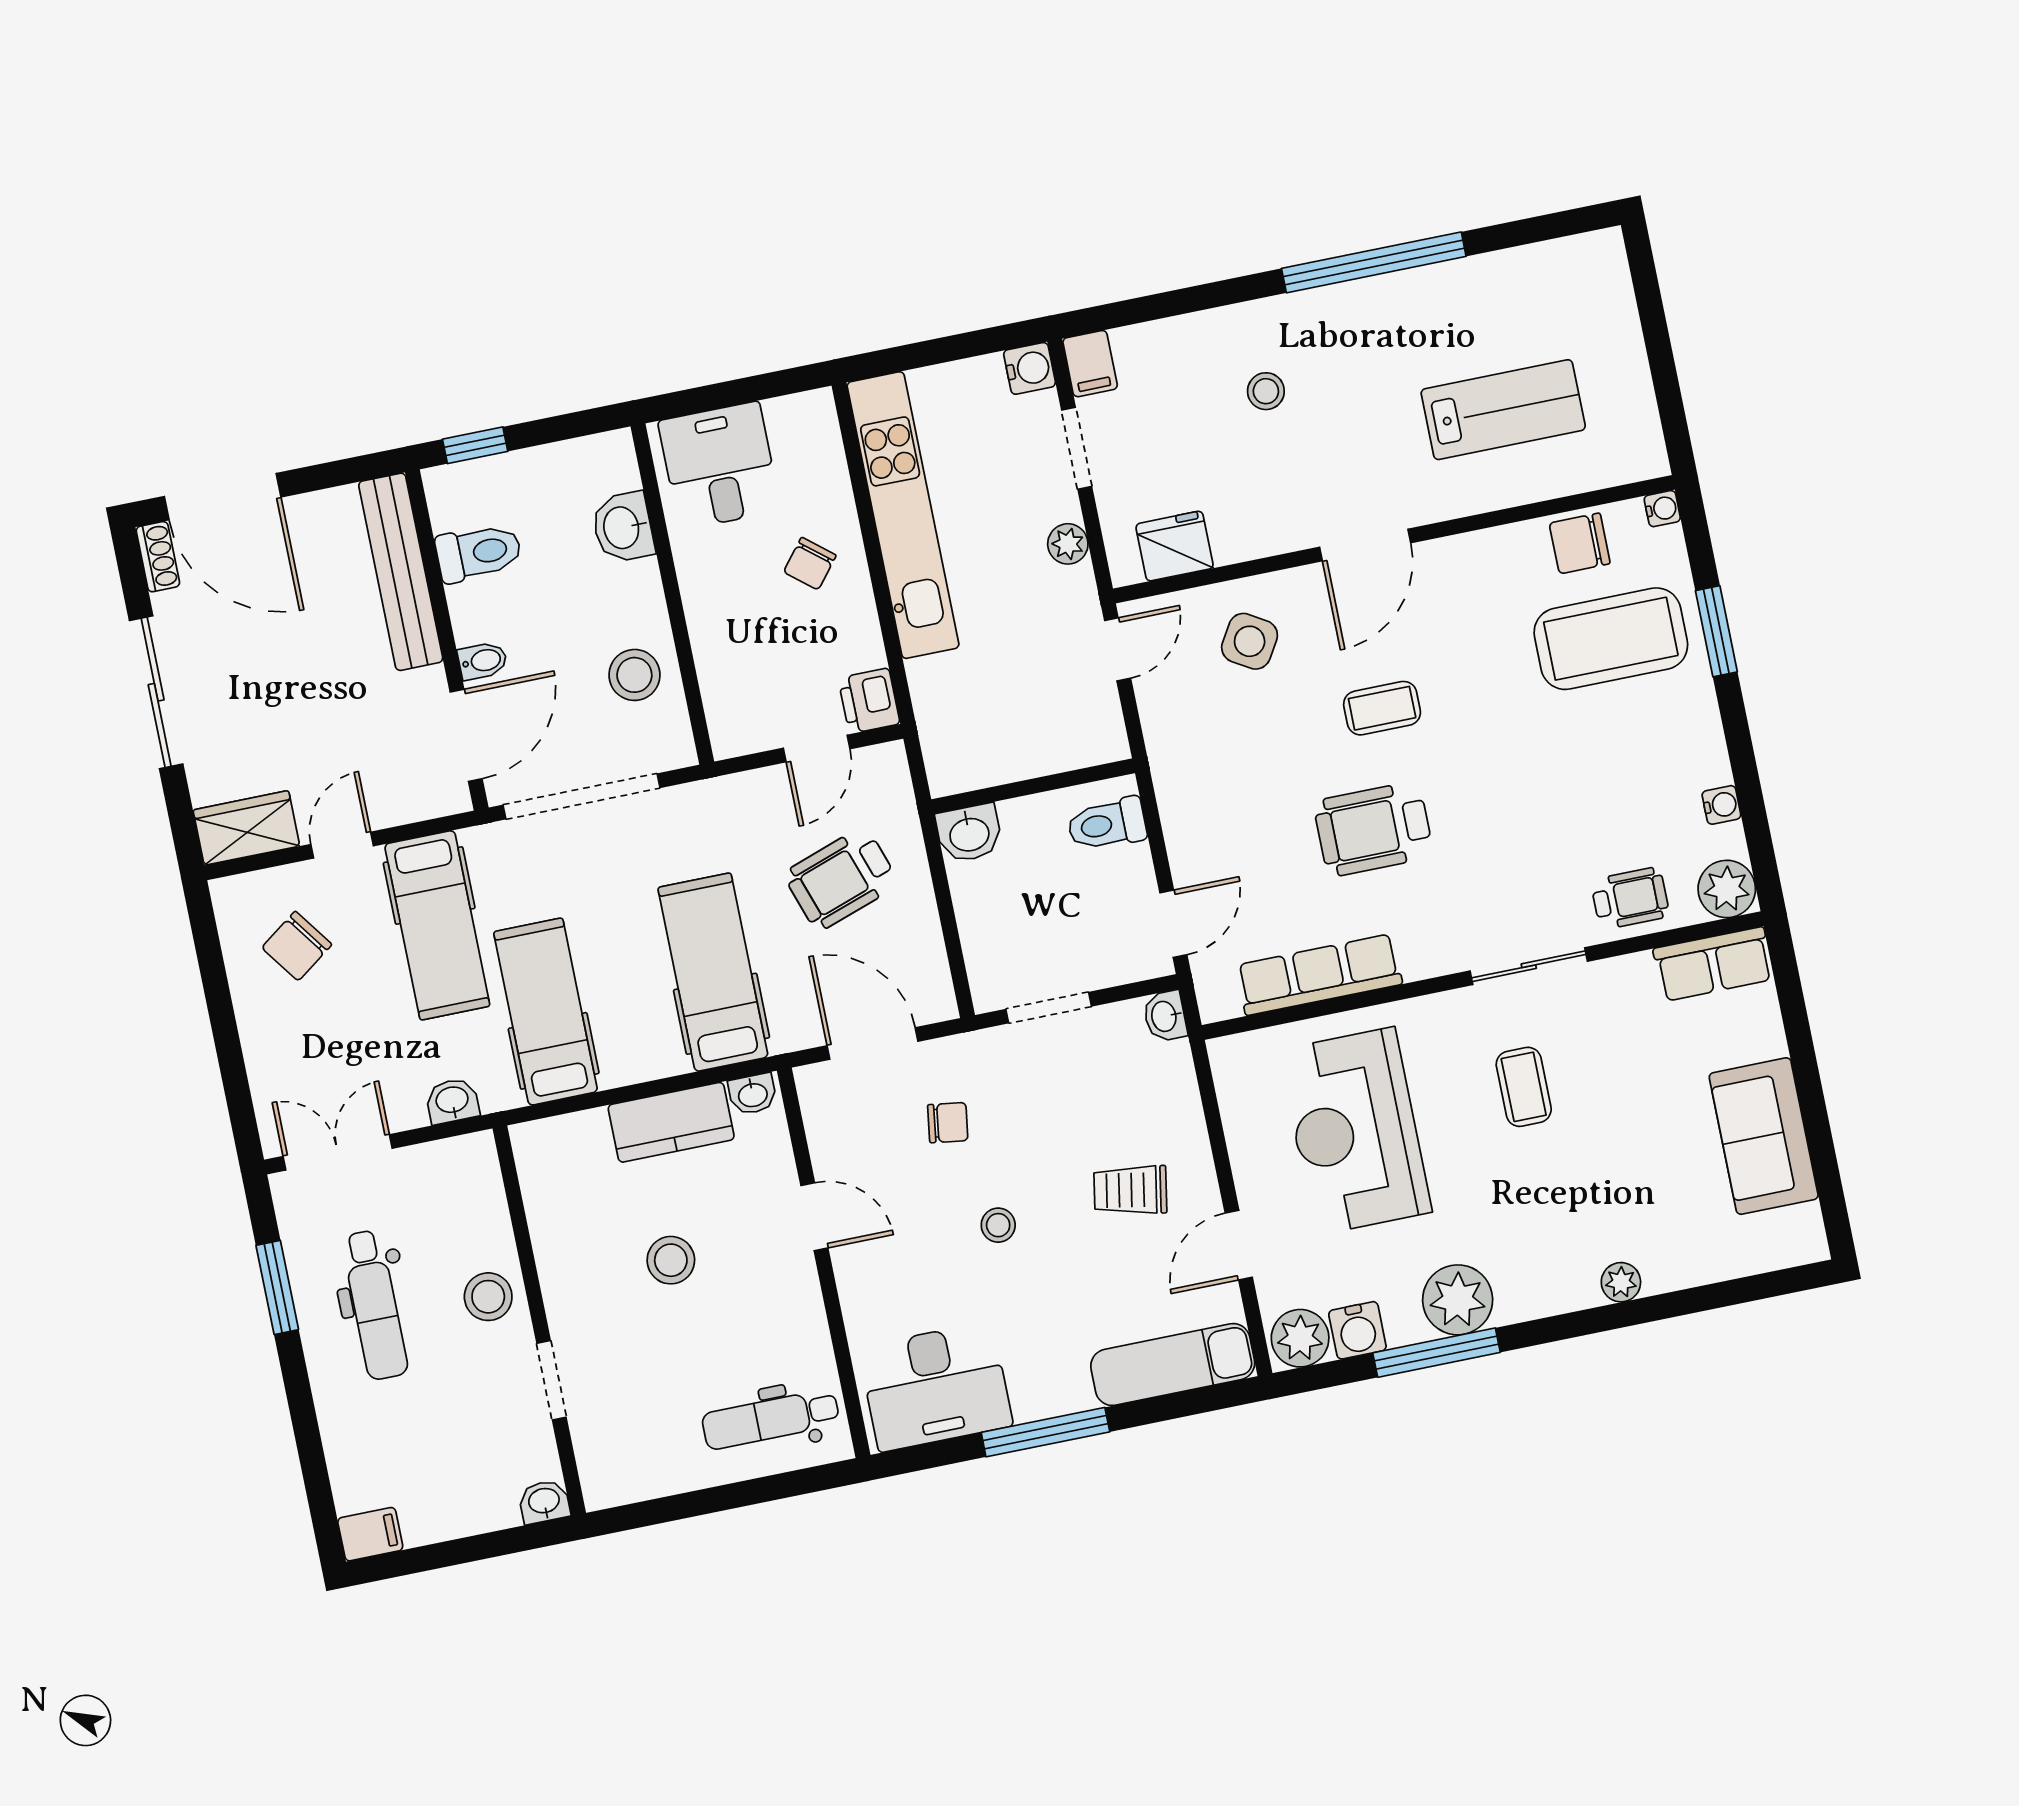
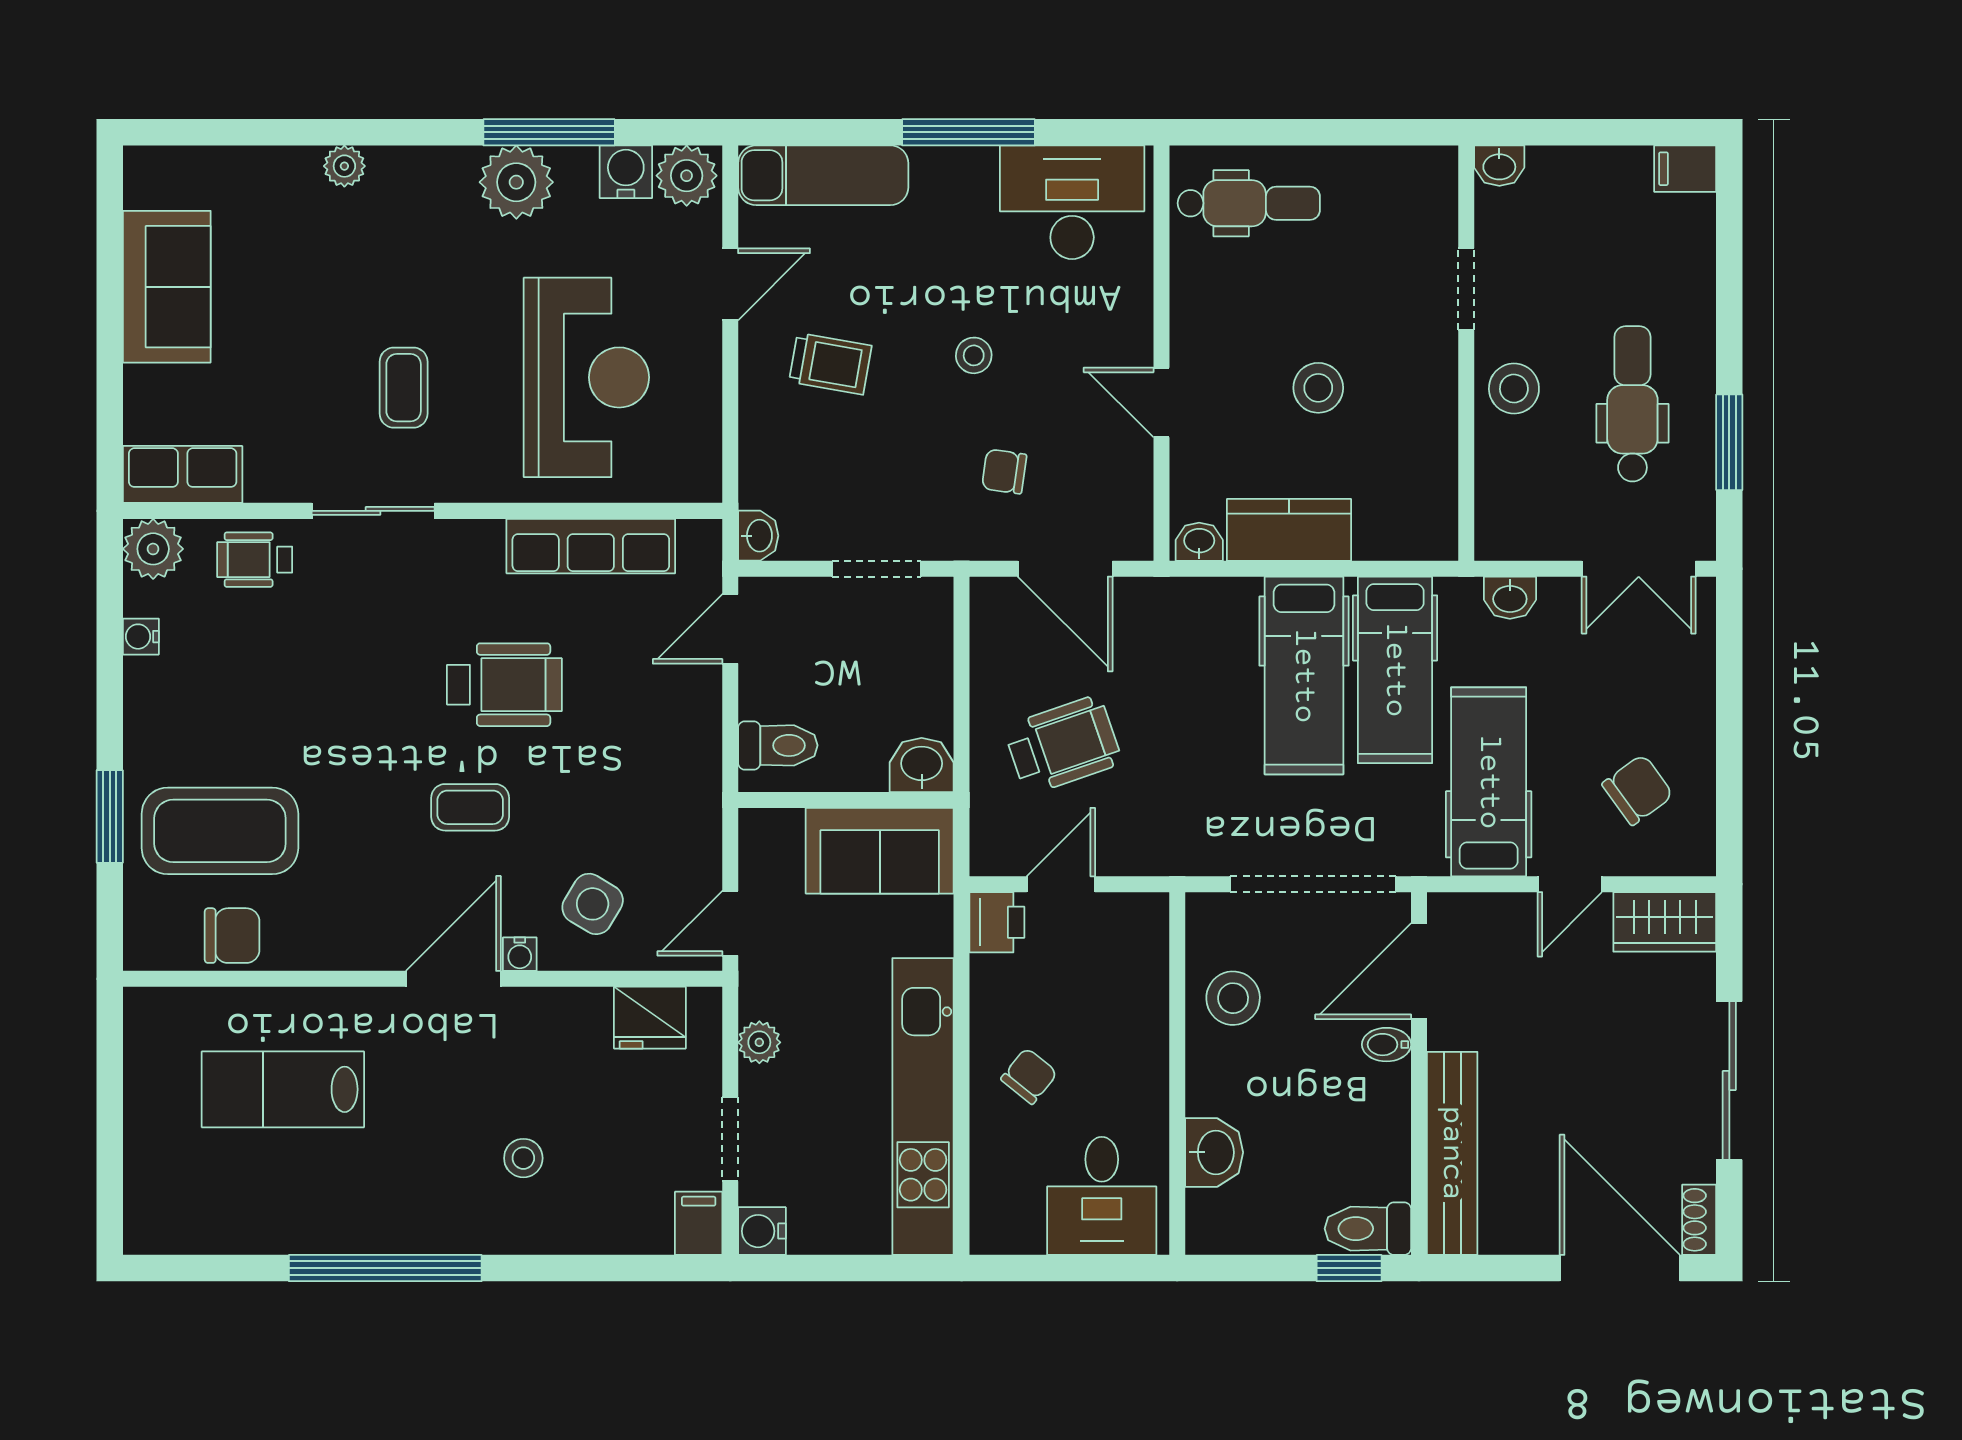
water cooler: (1662, 509) -> (520, 954), moved, turned -90
toilet: (479, 553) -> (1368, 1229), moved
sofa: (992, 745) -> (880, 851), added
hospital bed: (713, 972) -> (1304, 676), moved

